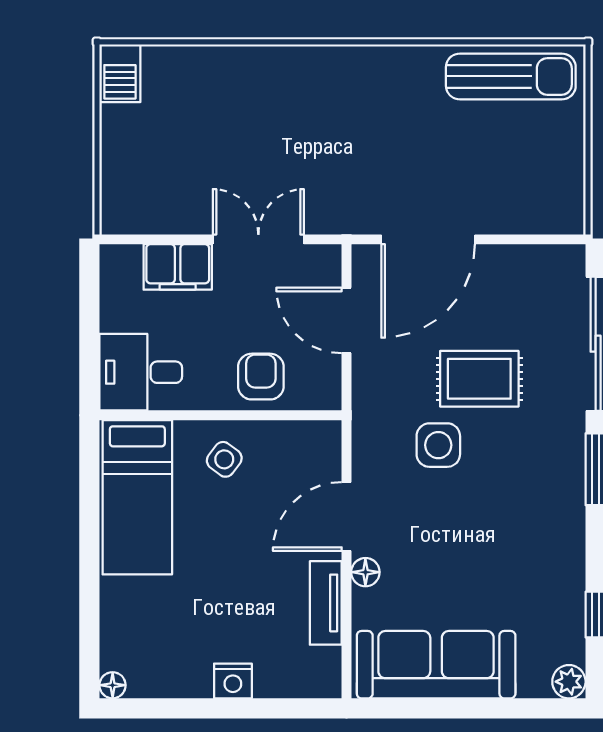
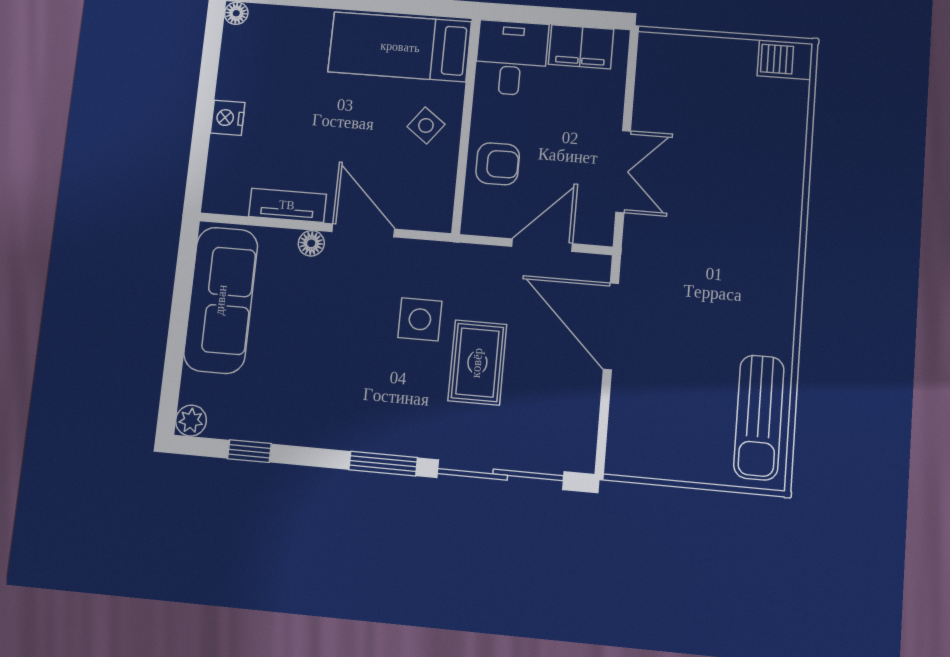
filing cabinet: (178, 267) -> (581, 47), moved, turned -90

